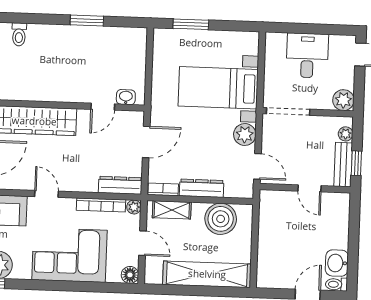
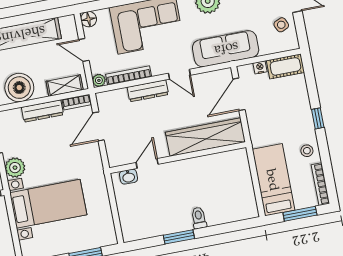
toilet: (19, 34) -> (199, 218), moved
door: (146, 142) -> (98, 126), moved
dresser: (120, 185) -> (148, 91), moved

